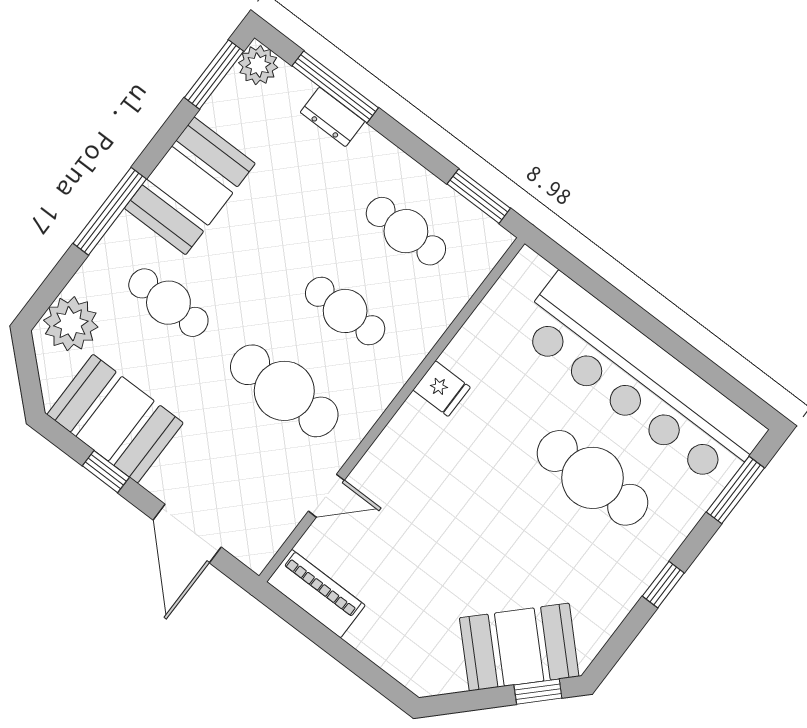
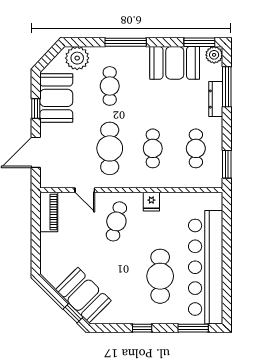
dresser: (332, 117) -> (216, 99), width x1.44
booth: (190, 186) -> (175, 63), moved
cafe table: (429, 482) -> (116, 221), added

